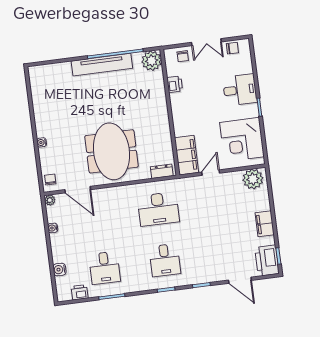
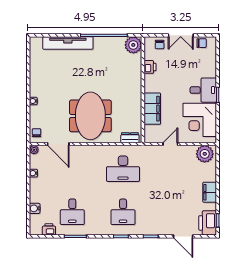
tv unit: (102, 65) -> (68, 43), moved
desk: (240, 90) -> (203, 90), moved
filing cabinet: (187, 155) -> (152, 109), moved

